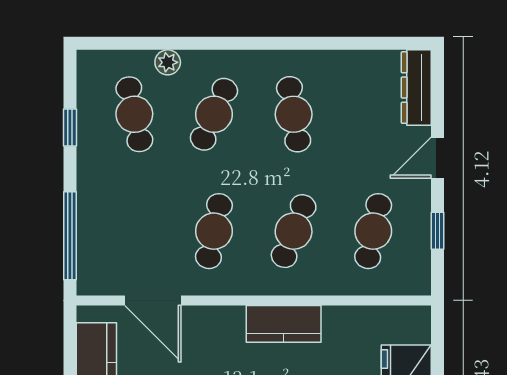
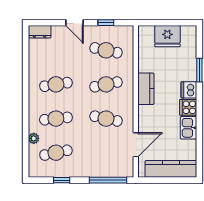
dresser: (416, 88) -> (40, 32), width x0.70
cafe table: (214, 114) -> (56, 119), turned -30
cafe table: (294, 231) -> (106, 84), turned -33

